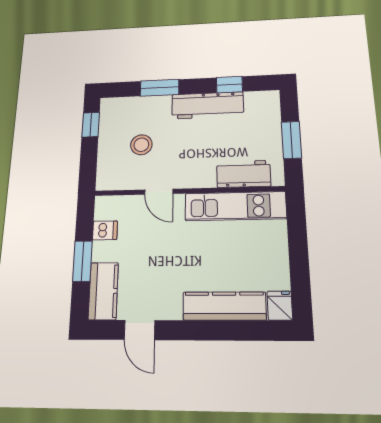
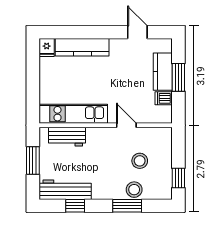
workbench: (207, 105) -> (65, 190), moved
stool: (150, 108) -> (134, 190), added
kitchen counter: (103, 291) -> (163, 72), moved

